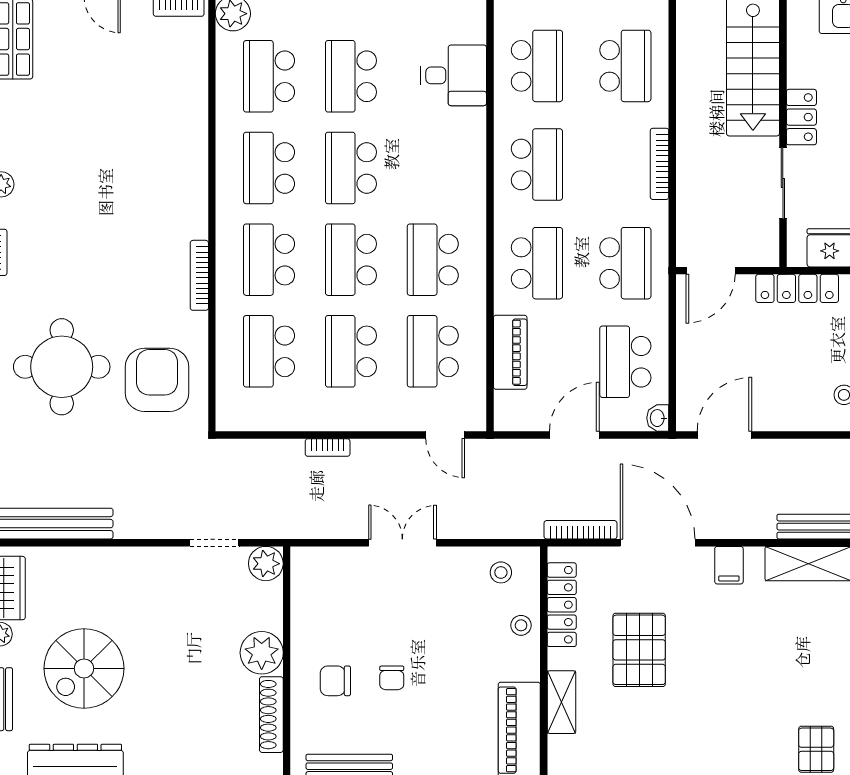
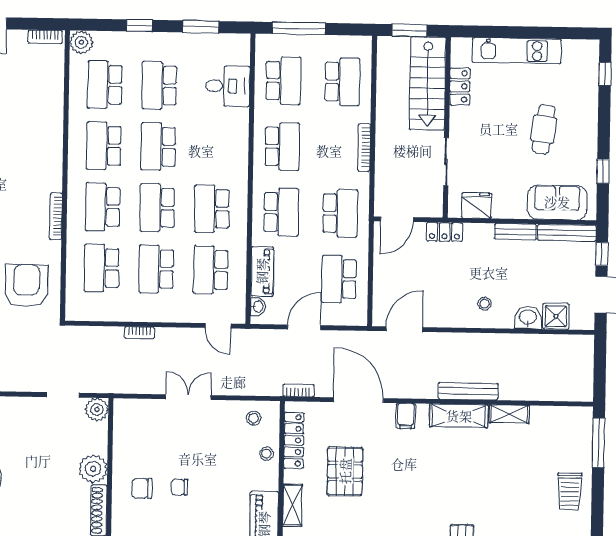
locker: (801, 117) -> (460, 86), moved
locker: (797, 288) -> (445, 232), width x0.66
washbasin: (658, 418) -> (258, 307), moved, turned 180
bookcase: (581, 530) -> (298, 390), width x0.64
chair: (392, 678) -> (180, 487), turned 90

